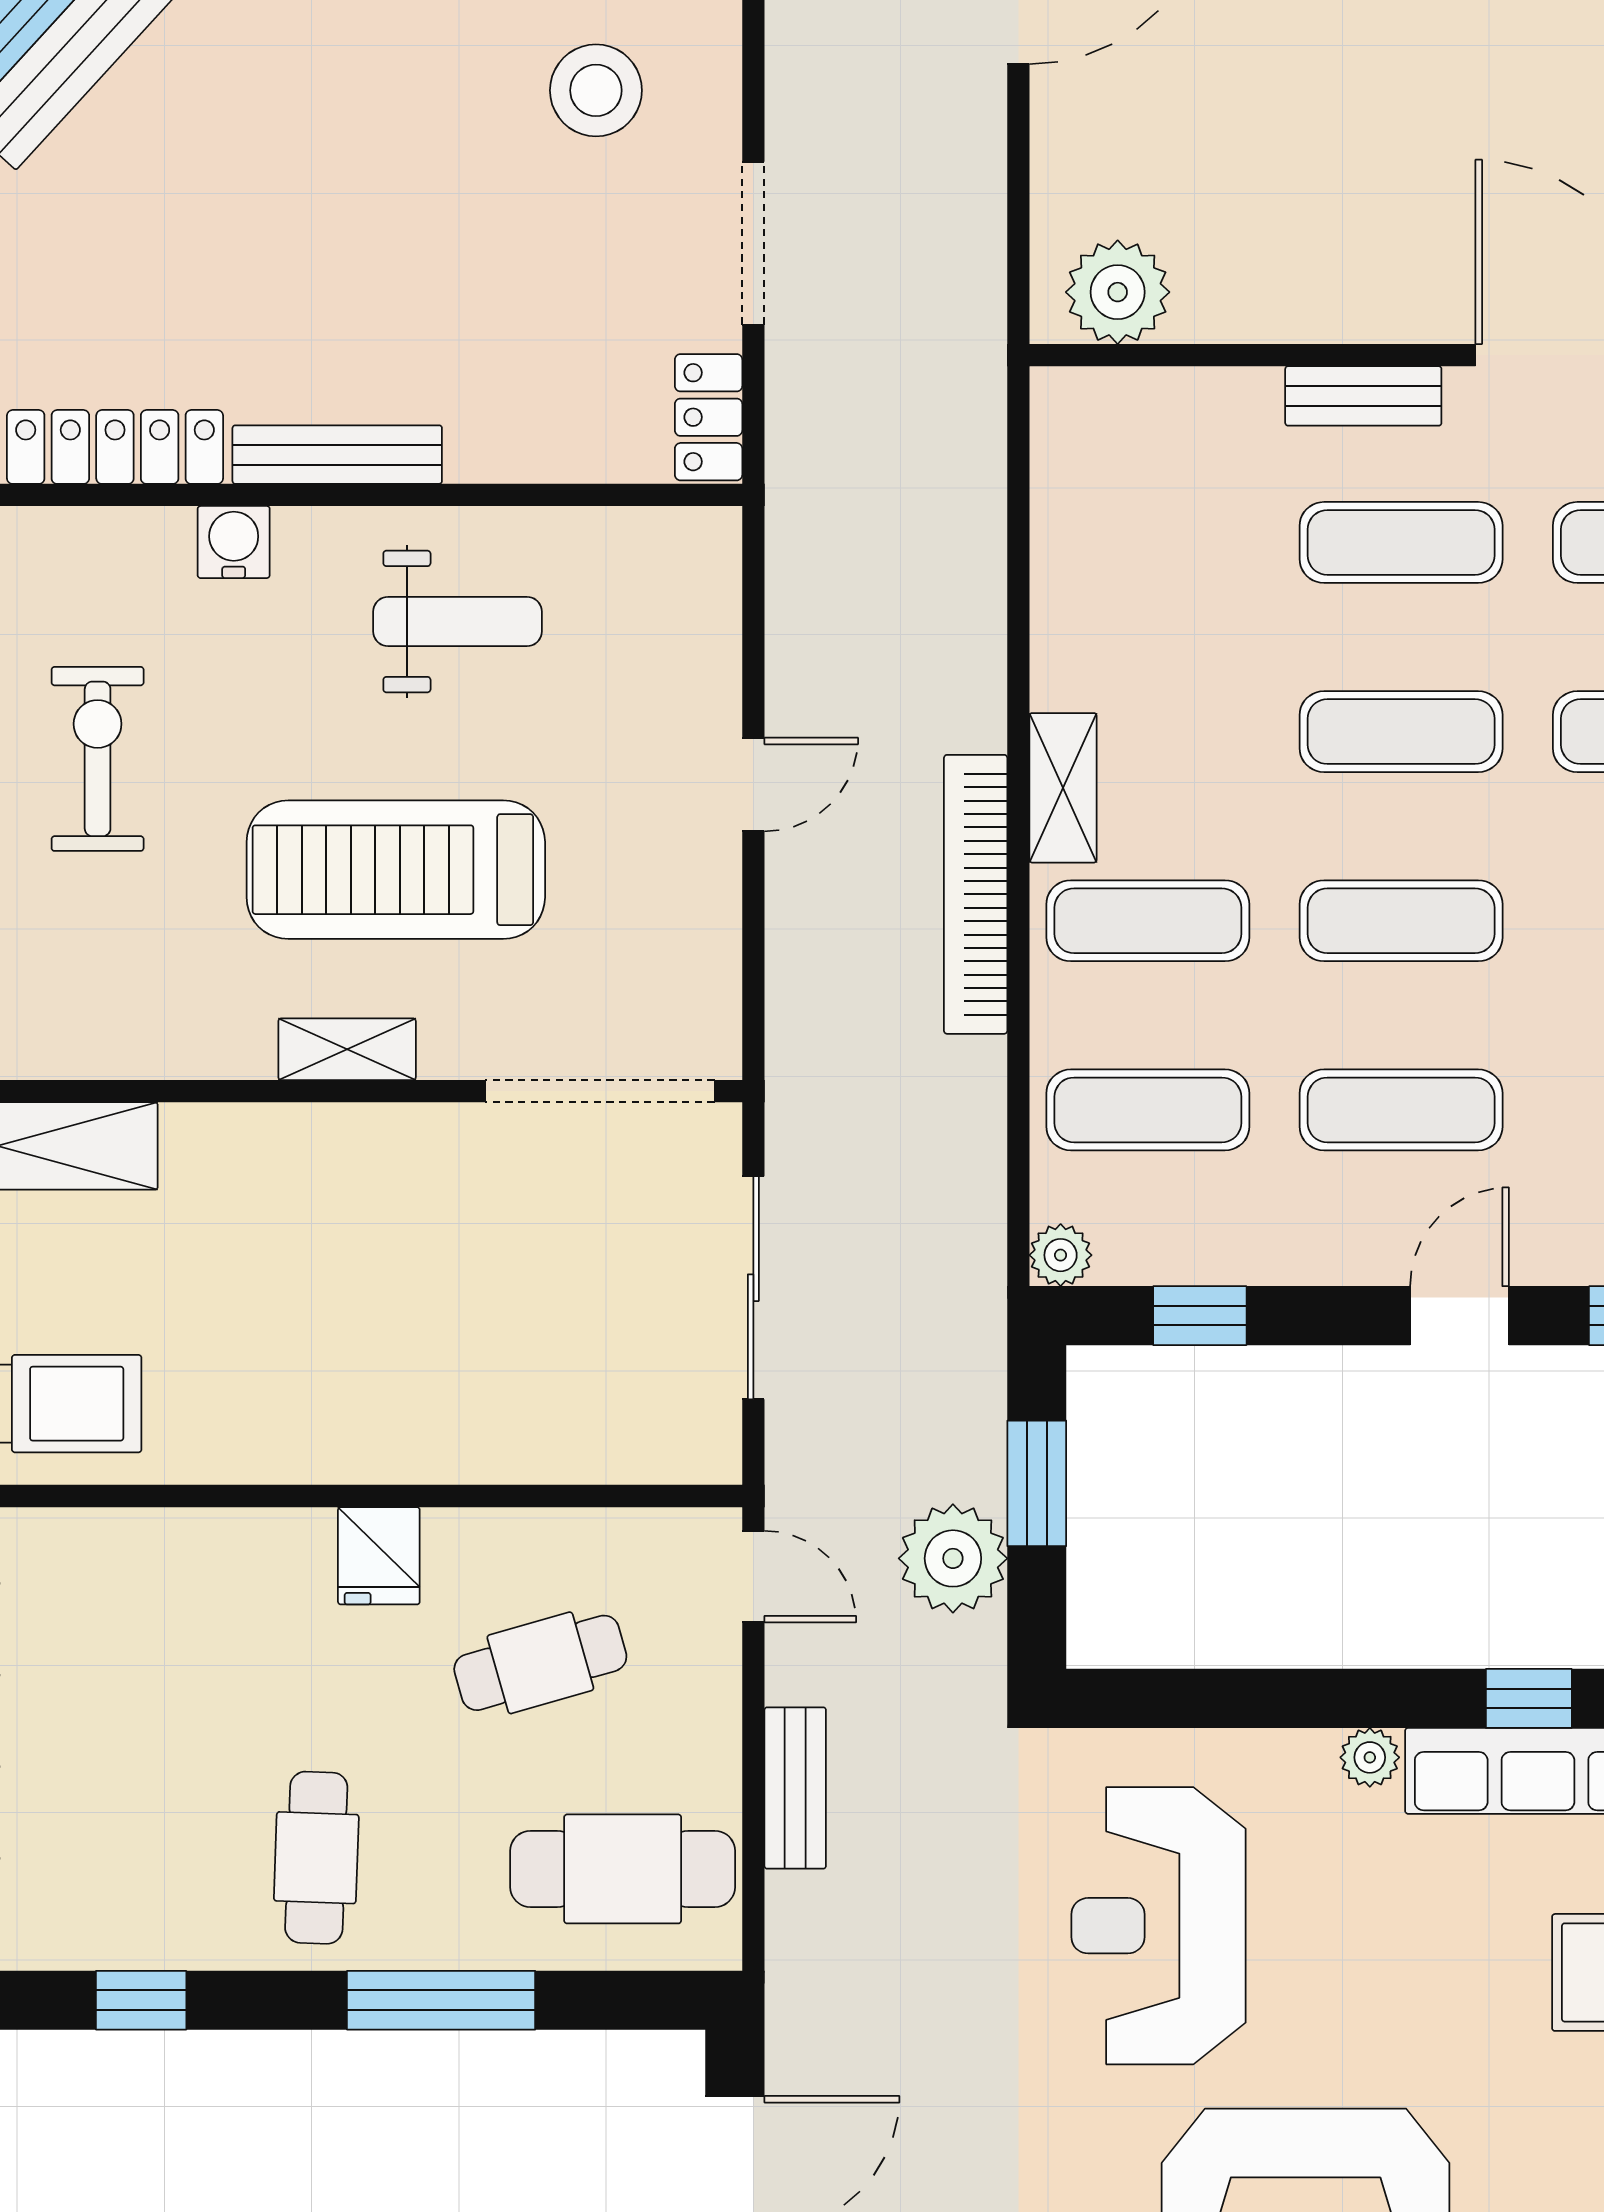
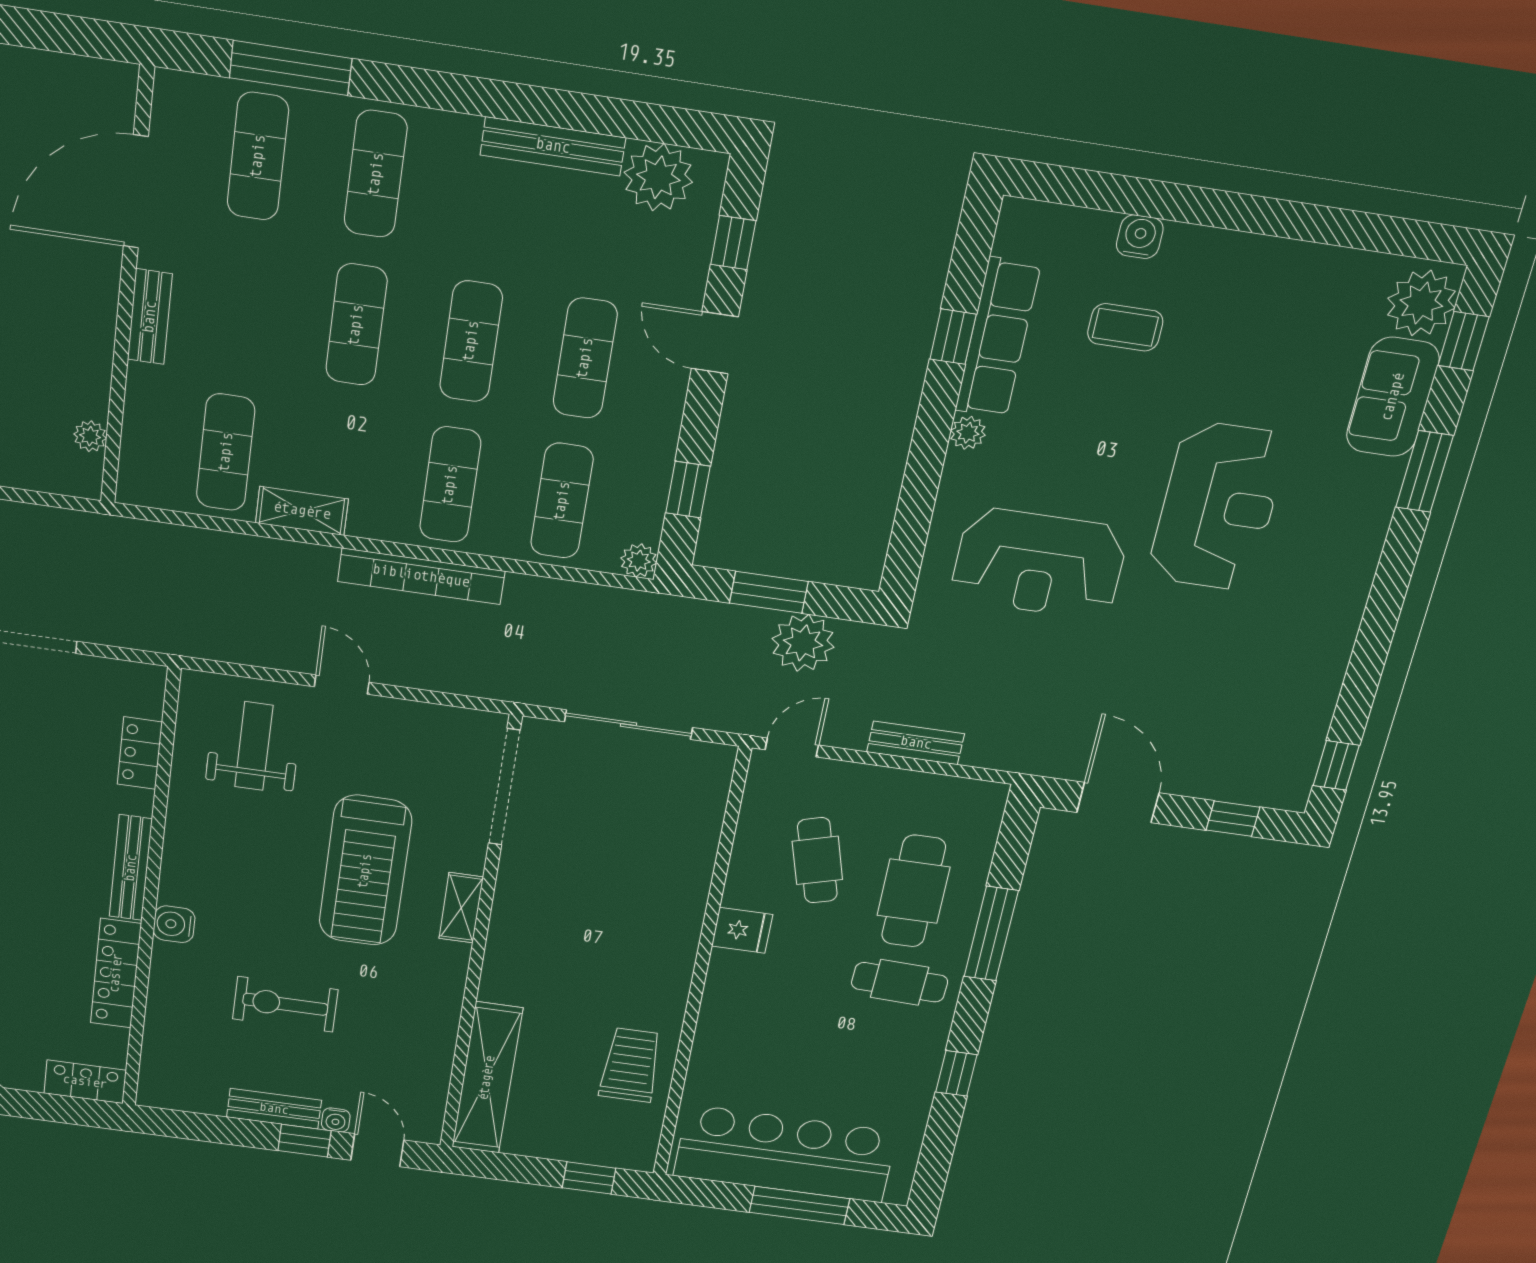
plant: (1118, 292) -> (90, 436), width x0.53, depth x0.53
locker: (709, 417) -> (140, 753), moved, turned 90
exercise mat: (1401, 542) -> (226, 452), moved
weight bench: (457, 622) -> (254, 746), moved
shelving: (1063, 788) -> (302, 511), moved
cafe table: (623, 1869) -> (914, 891), moved

